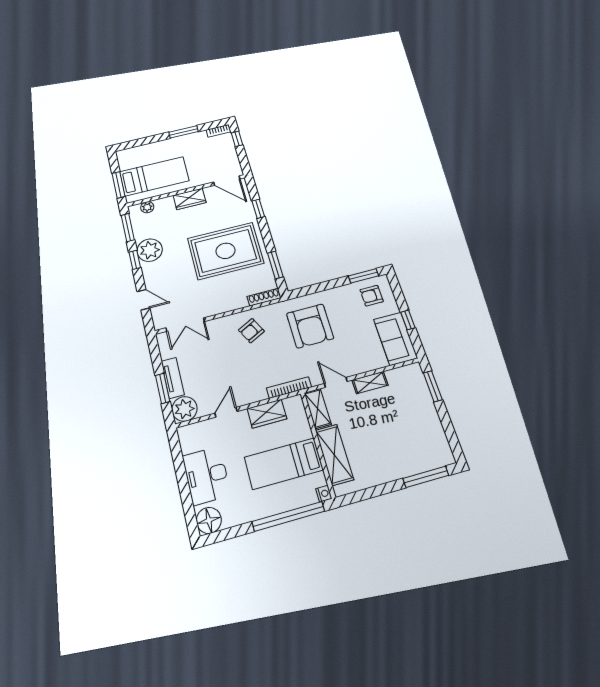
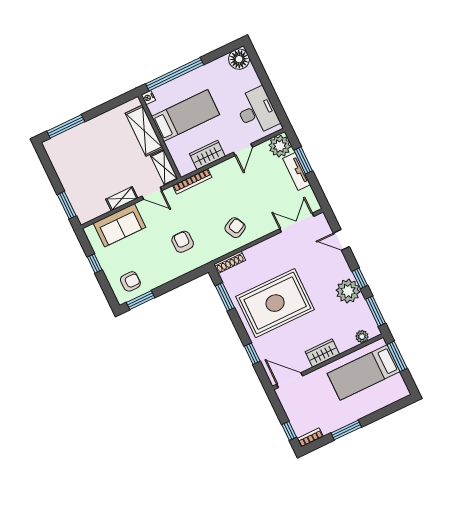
armchair: (310, 326) -> (183, 242), width x0.53, depth x0.53
sofa: (395, 339) -> (119, 225), moved, turned 90
desk: (206, 476) -> (257, 111), moved

